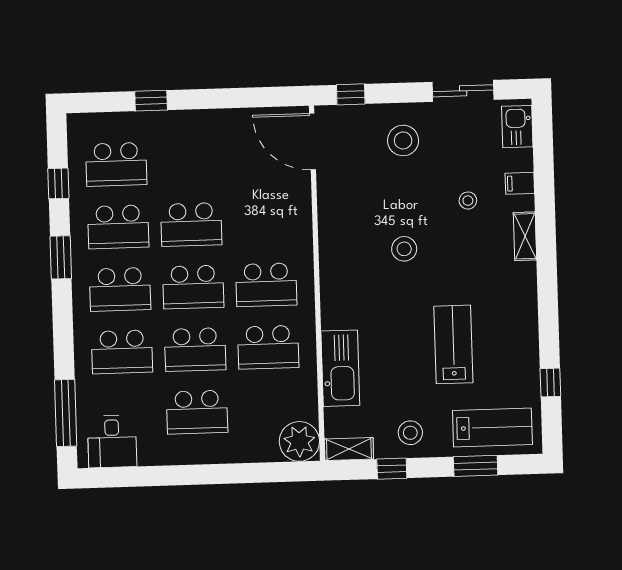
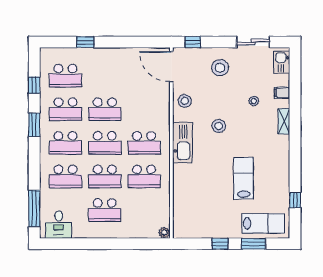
kitchen sink: (340, 368) -> (182, 143), moved
stool: (410, 433) -> (185, 101), moved
plant: (299, 441) -> (164, 233), width x0.53, depth x0.53
shelving: (349, 449) -> (186, 233), removed
window: (392, 469) -> (220, 244), moved

